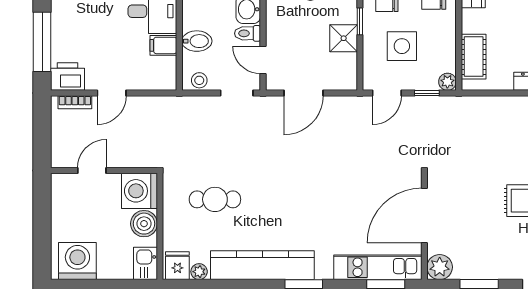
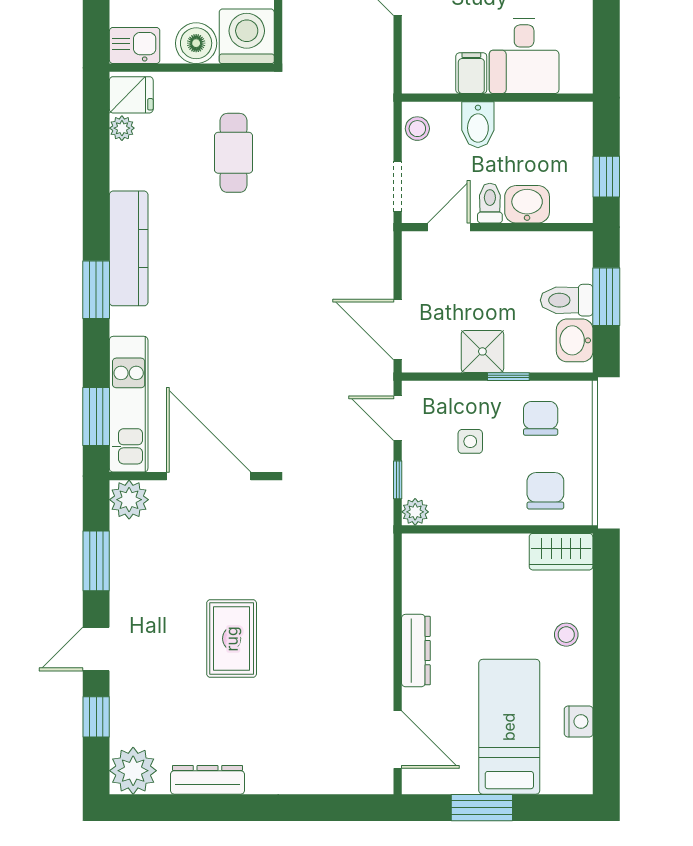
side table: (402, 46) -> (470, 441), width x0.54, depth x0.54
cot: (474, 57) -> (454, 552), removed
door: (303, 93) -> (398, 329), moved
kitchen counter: (262, 265) -> (129, 248), width x0.72, depth x0.86

